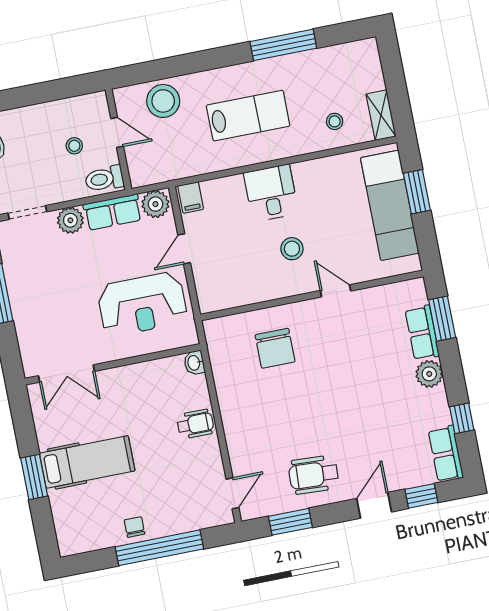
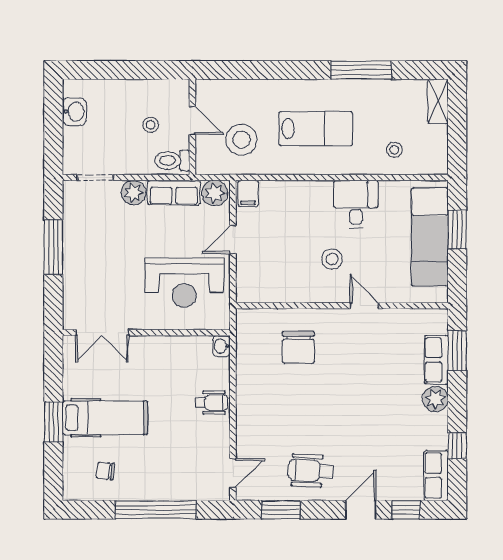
stool: (163, 101) -> (241, 140), moved
shelving: (381, 115) -> (438, 101), moved
desk: (271, 193) -> (356, 204), moved
chair: (134, 527) -> (105, 471), moved, turned -84

